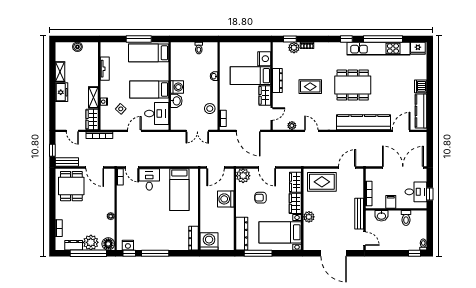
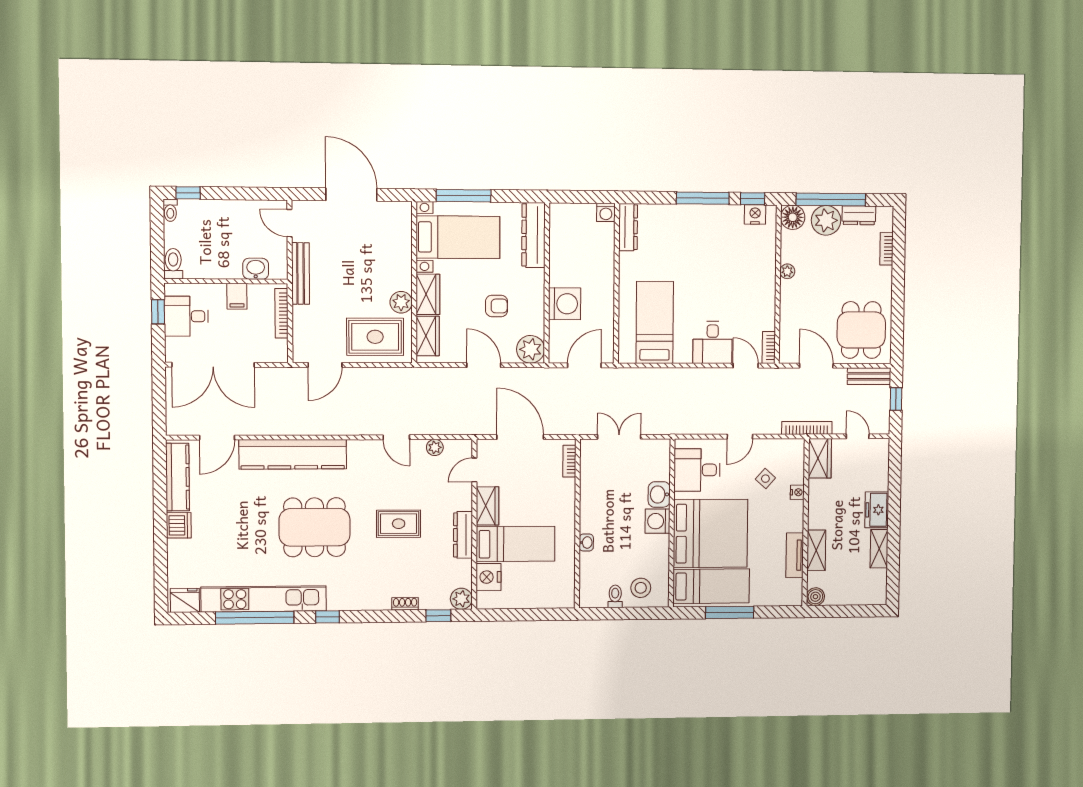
boiler: (77, 47) -> (815, 597), moved
plant: (294, 48) -> (461, 599), moved
bed: (149, 90) -> (710, 533), width x2.04
shelving: (93, 97) -> (816, 550), moved
stool: (210, 109) -> (641, 588), moved
plant: (309, 217) -> (401, 302), moved
toilet: (406, 218) -> (173, 264), moved
washing machine: (209, 241) -> (606, 212), width x0.53, depth x0.53
window: (258, 253) -> (464, 196), moved

